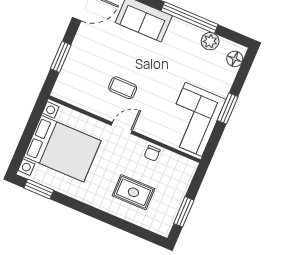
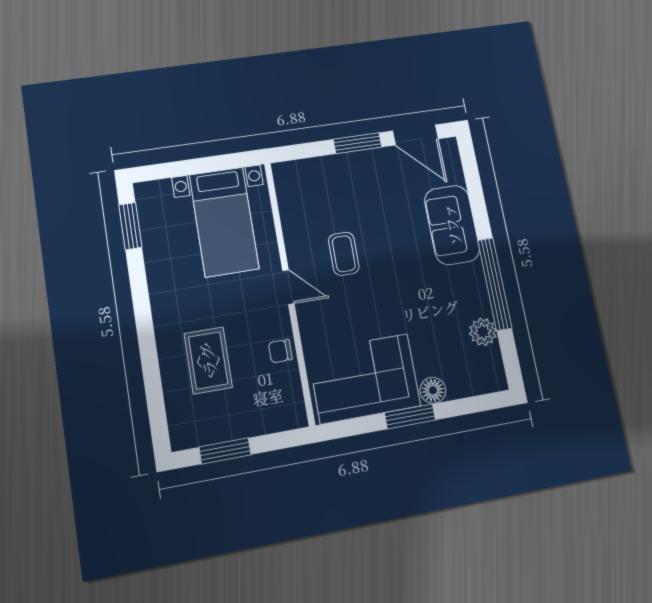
window: (61, 57) -> (357, 143), moved
floor lamp: (235, 59) -> (433, 390), moved
bed with nightstands: (62, 149) -> (224, 222), width x0.73

